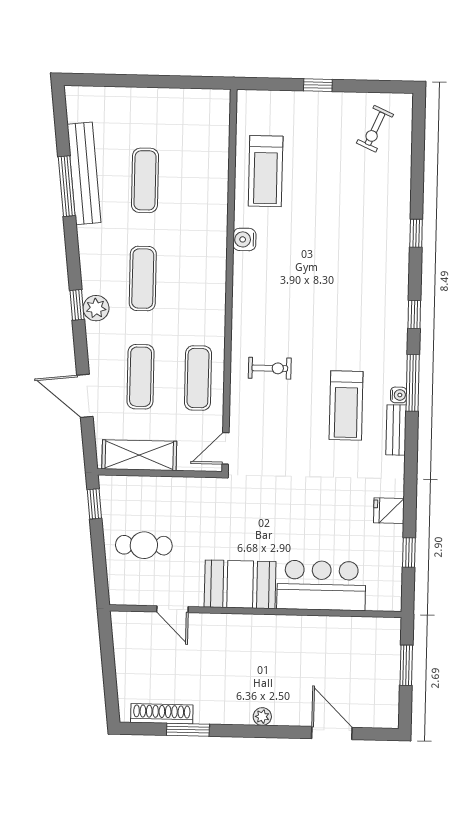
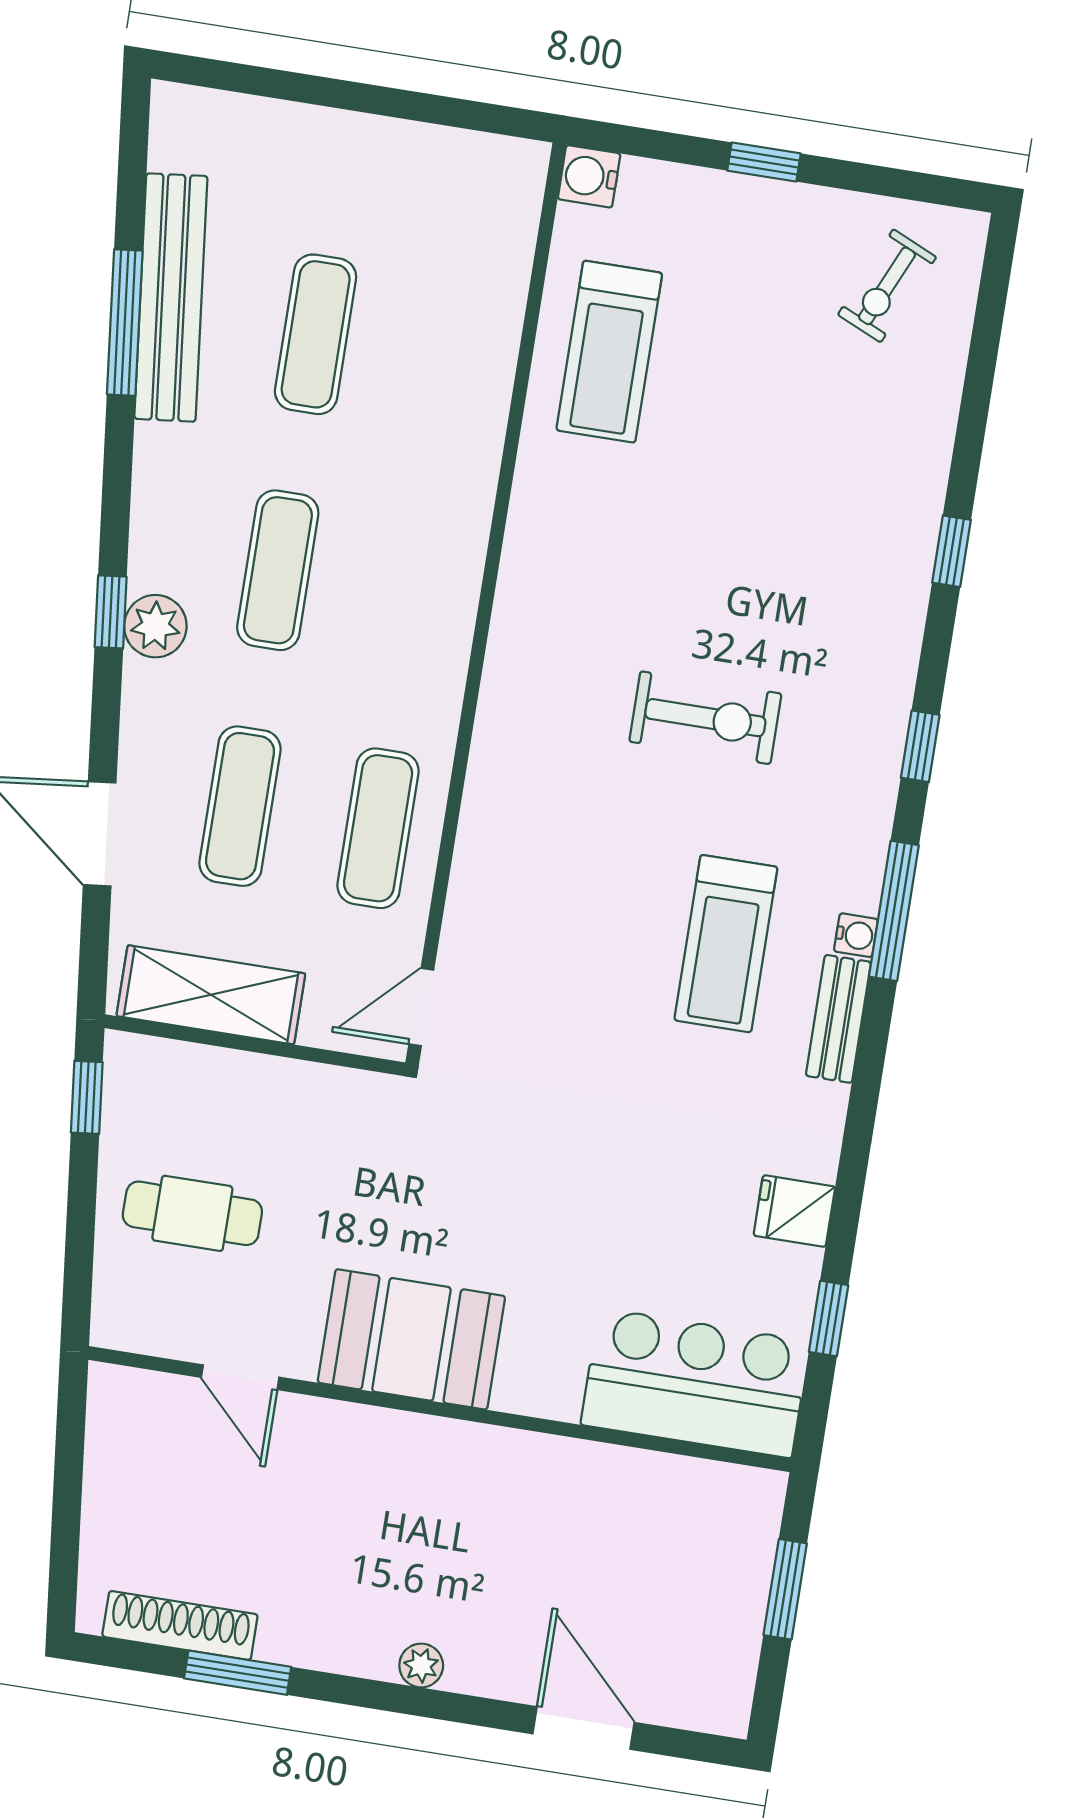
water cooler: (244, 239) -> (589, 176), moved
exercise bike: (270, 368) -> (705, 718), moved, width x1.38, depth x1.39
bar counter: (321, 585) -> (695, 1383), moved

